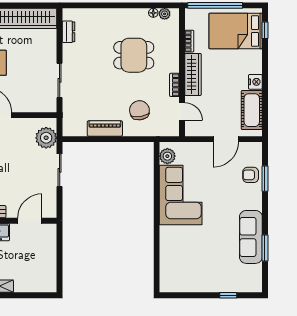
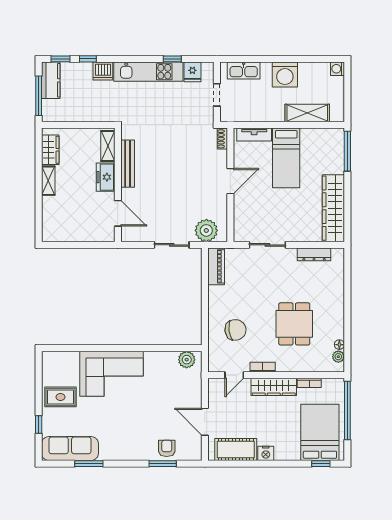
dresser: (68, 32) -> (314, 254), width x1.44
piano: (105, 128) -> (216, 266), moved
corner sofa: (181, 195) -> (112, 374), moved
sofa: (251, 237) -> (70, 449), moved
rug: (202, 275) -> (60, 397), added

